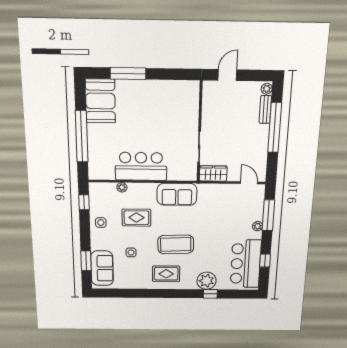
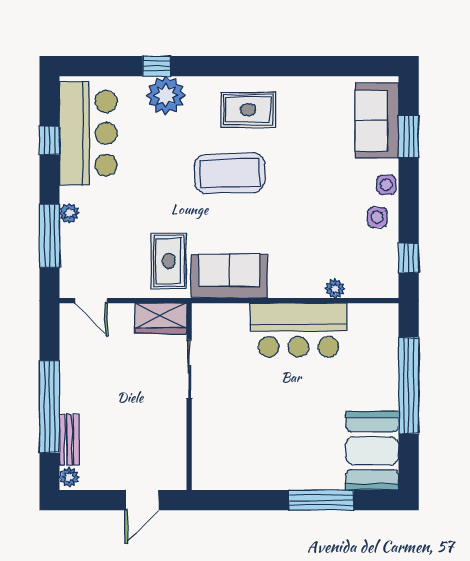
rug: (136, 218) -> (169, 261), moved, turned 90
side table: (131, 252) -> (386, 185), moved

